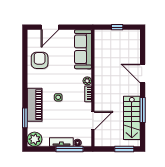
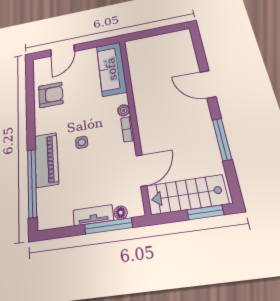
window: (117, 27) -> (156, 32), removed
armchair: (40, 60) -> (51, 95), turned 90
window: (25, 118) -> (32, 183), width x2.11
stairs: (132, 118) -> (187, 195), moved, turned 90
plant: (35, 139) -> (49, 217), removed

